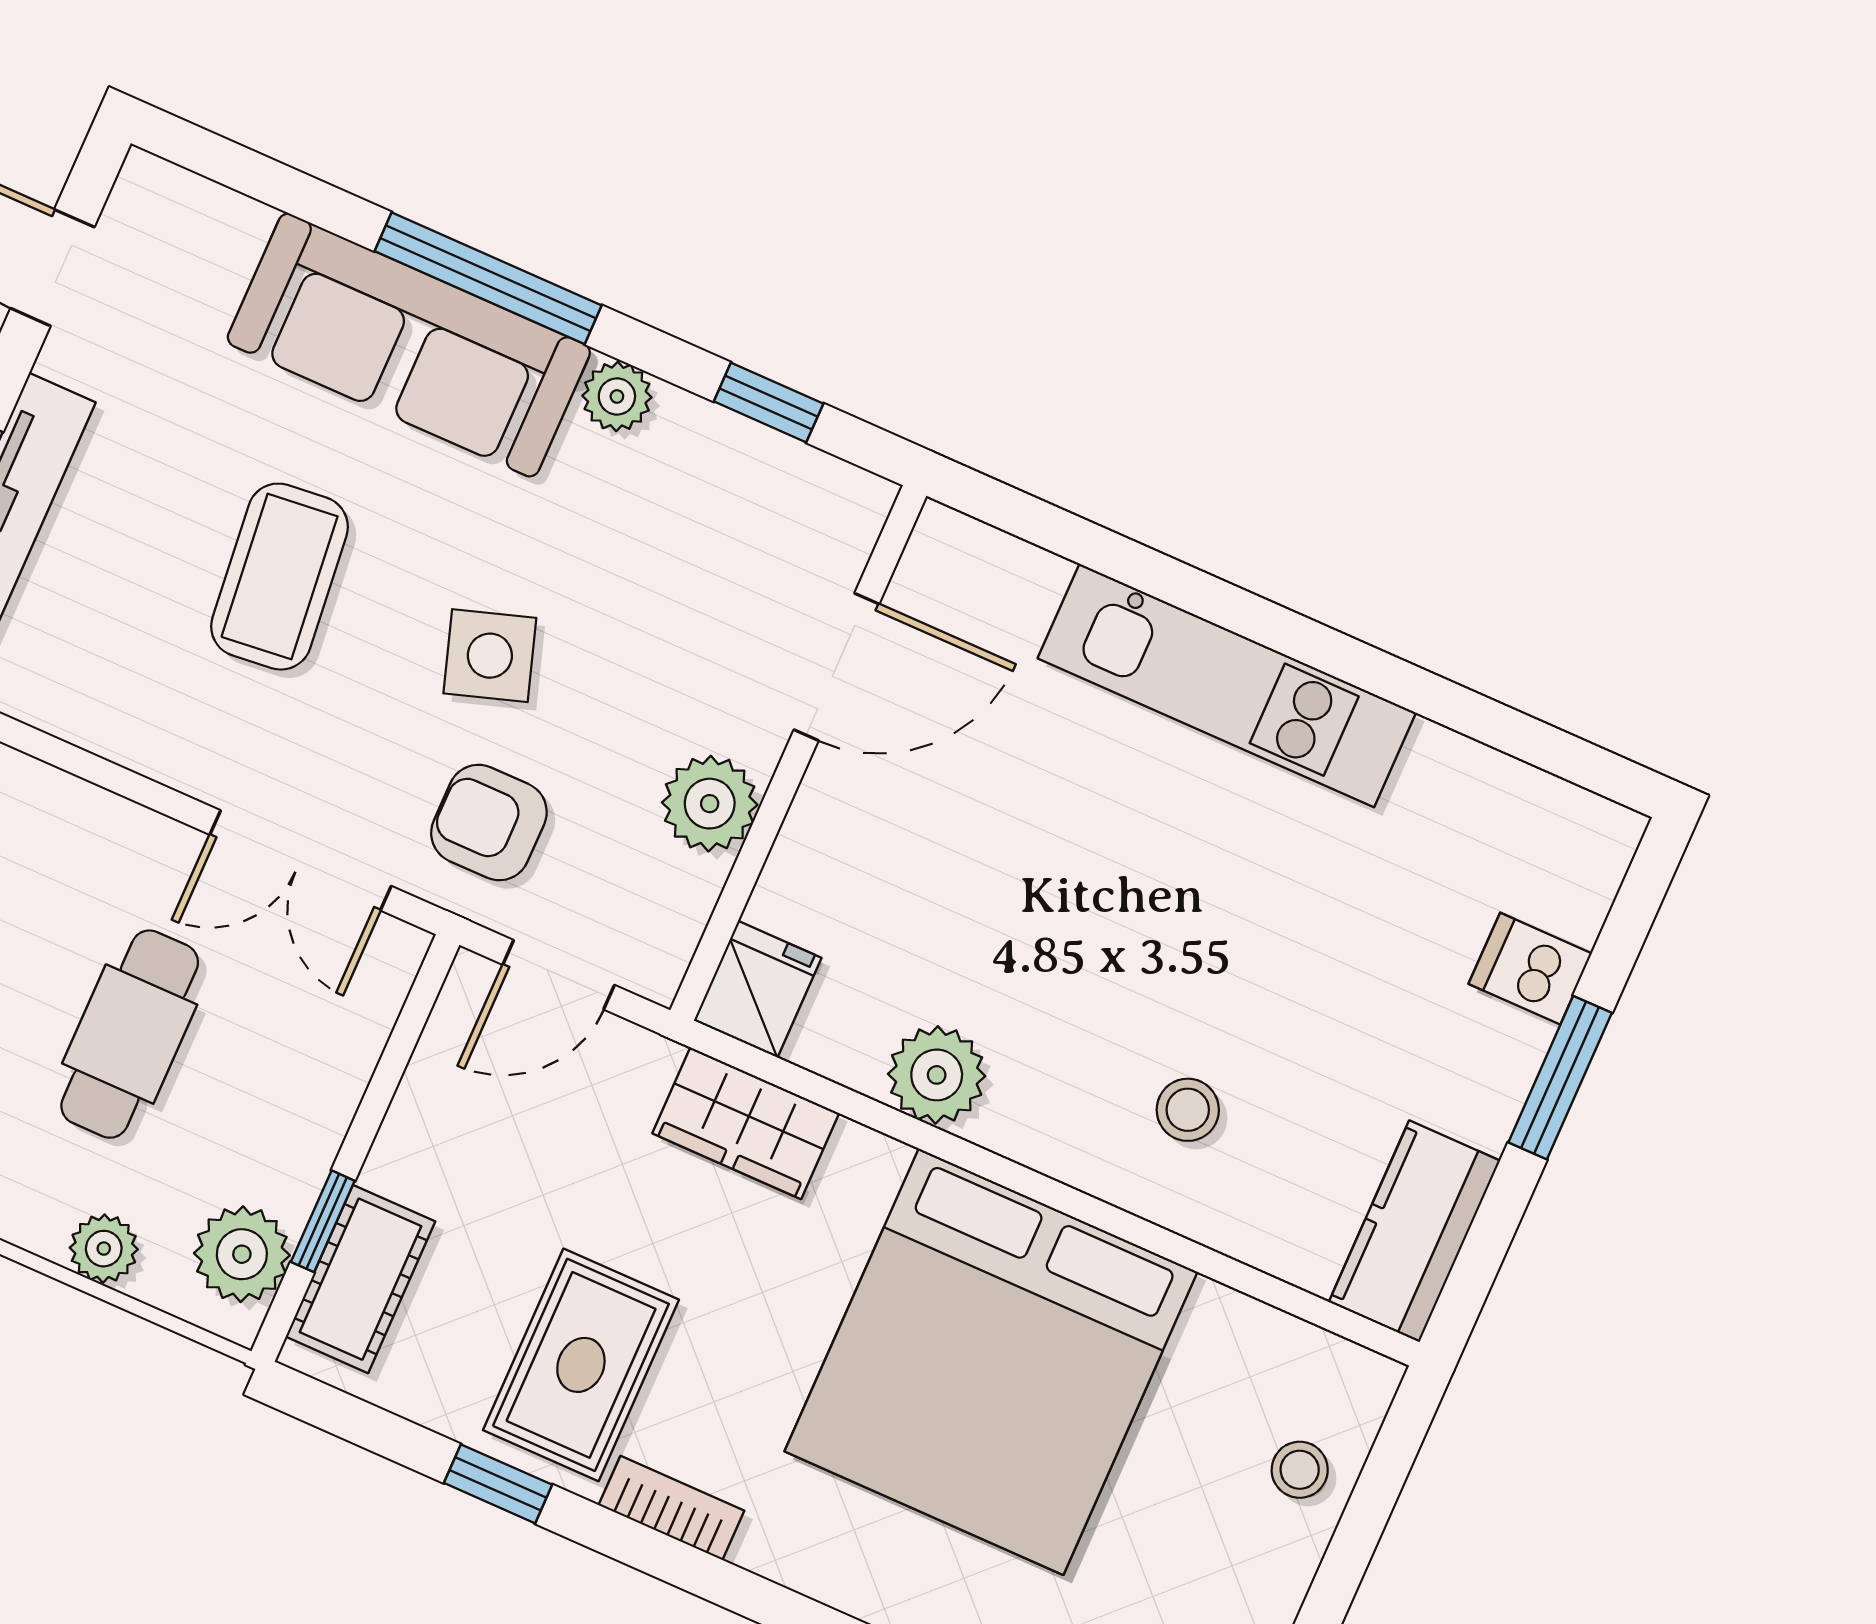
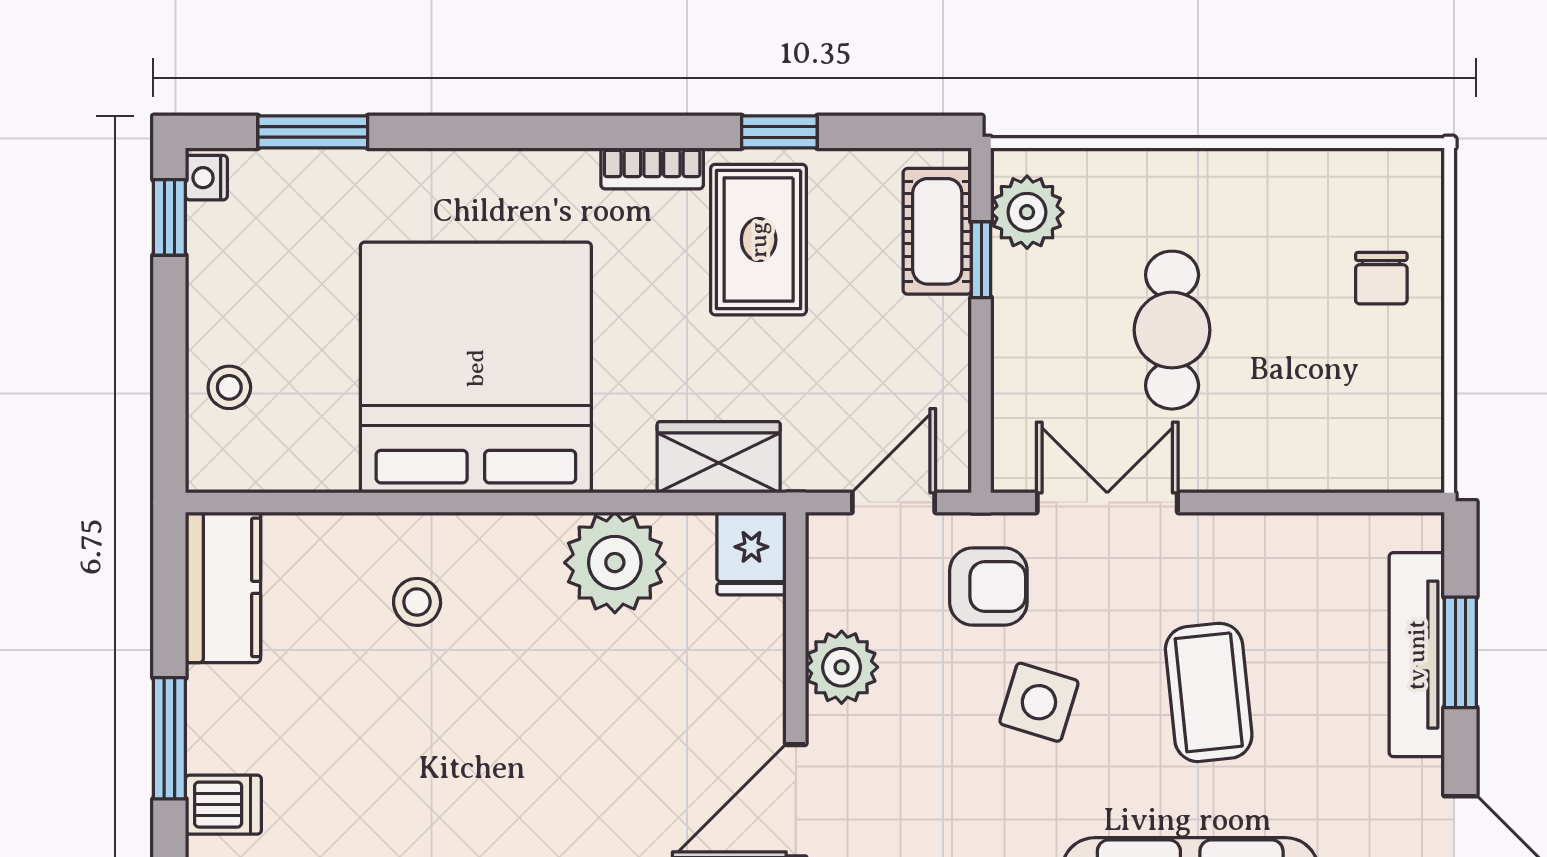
side table: (490, 656) -> (1039, 702), turned 35
plant: (937, 1075) -> (615, 563), width x1.36, depth x1.36
plant: (104, 1249) -> (1124, 174), removed

